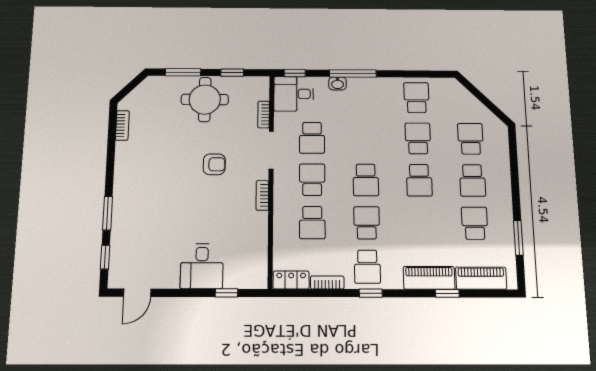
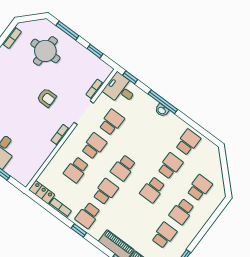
washbasin: (338, 83) -> (162, 110), moved
round table: (205, 100) -> (45, 51), moved
school desk: (312, 138) -> (112, 122), turned 180

